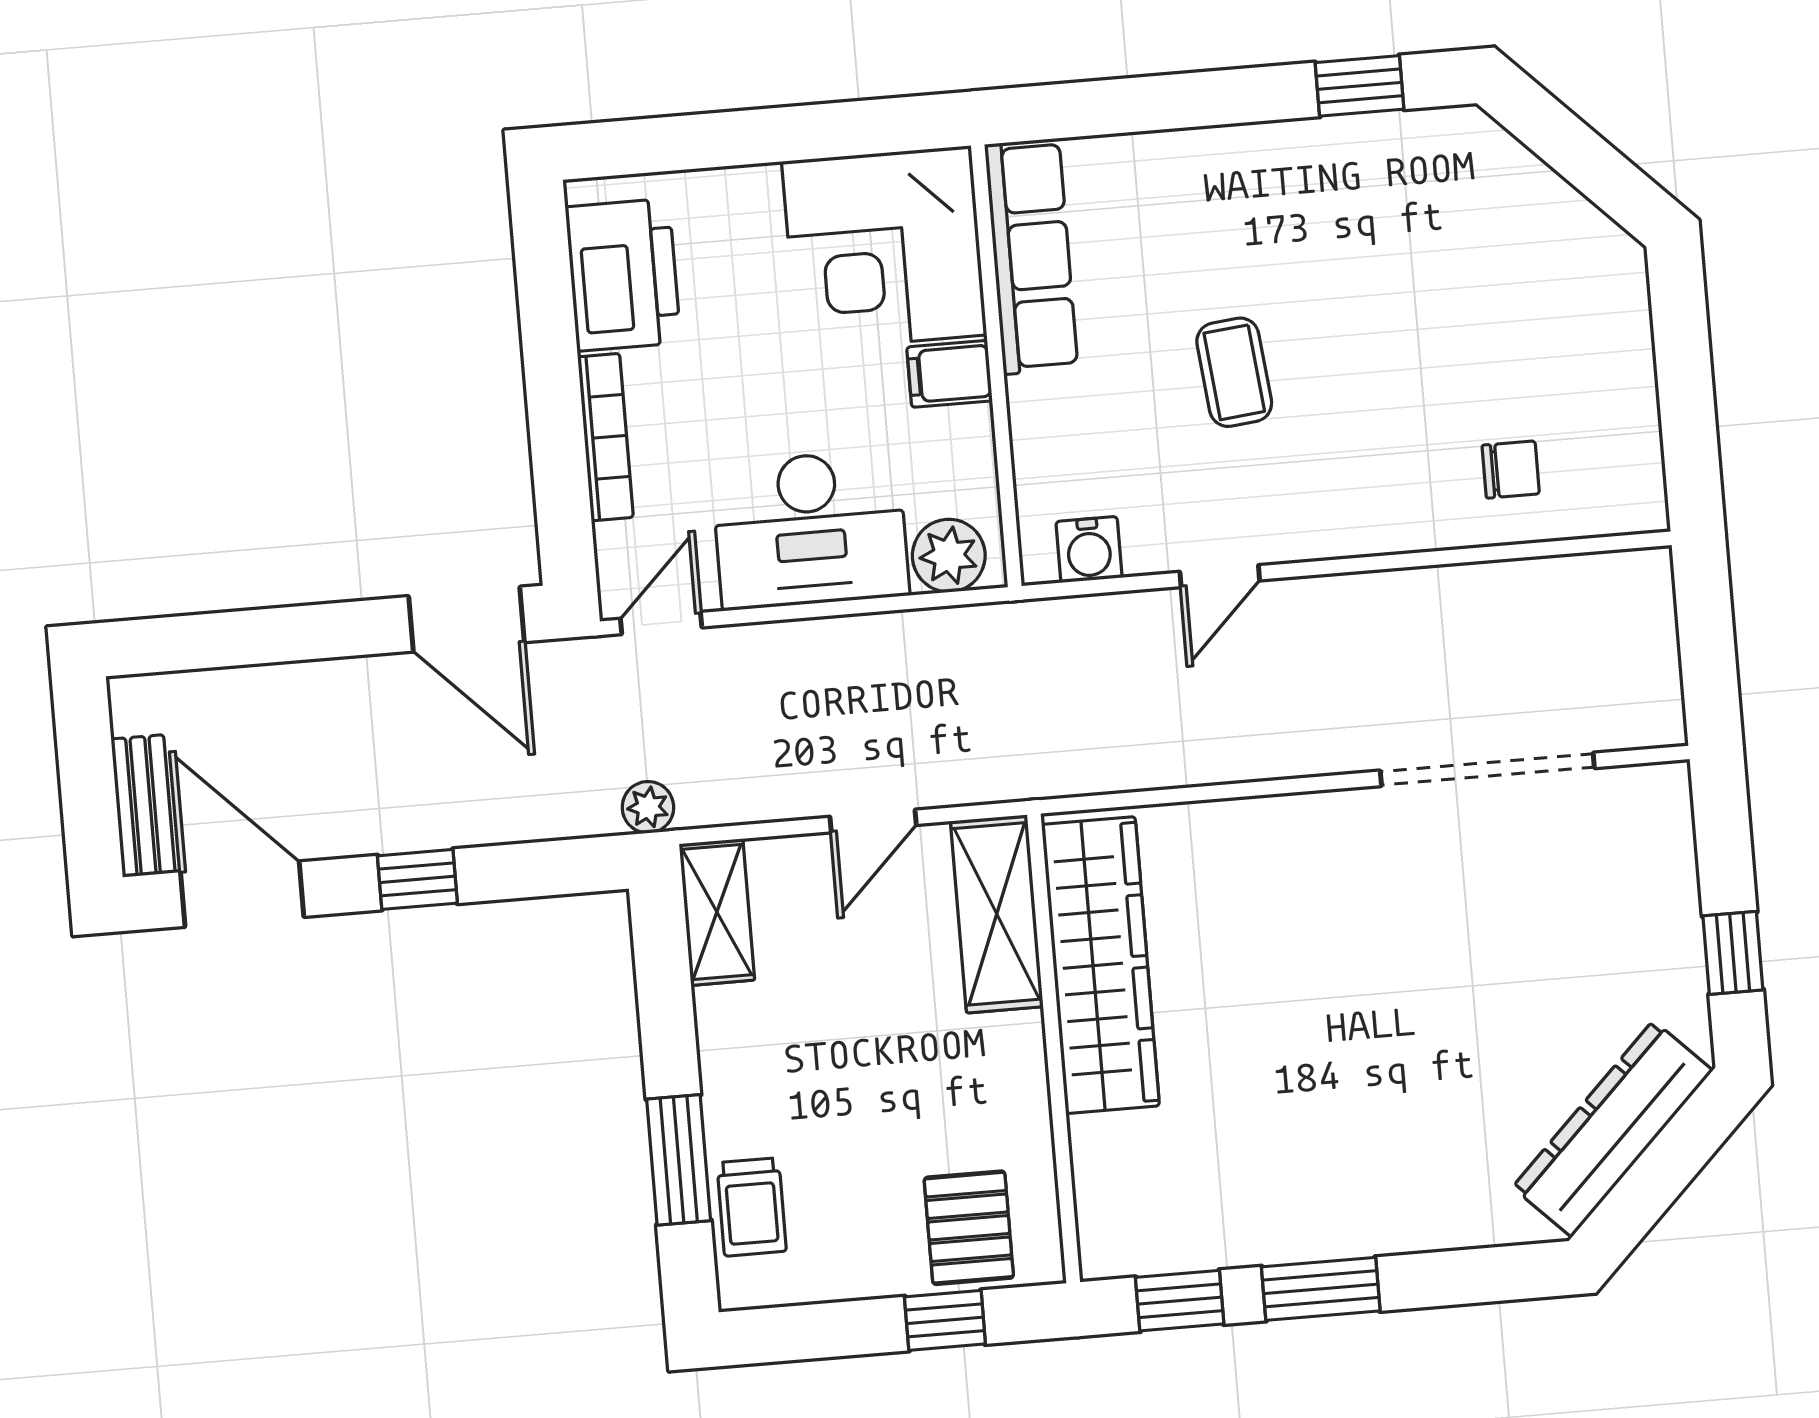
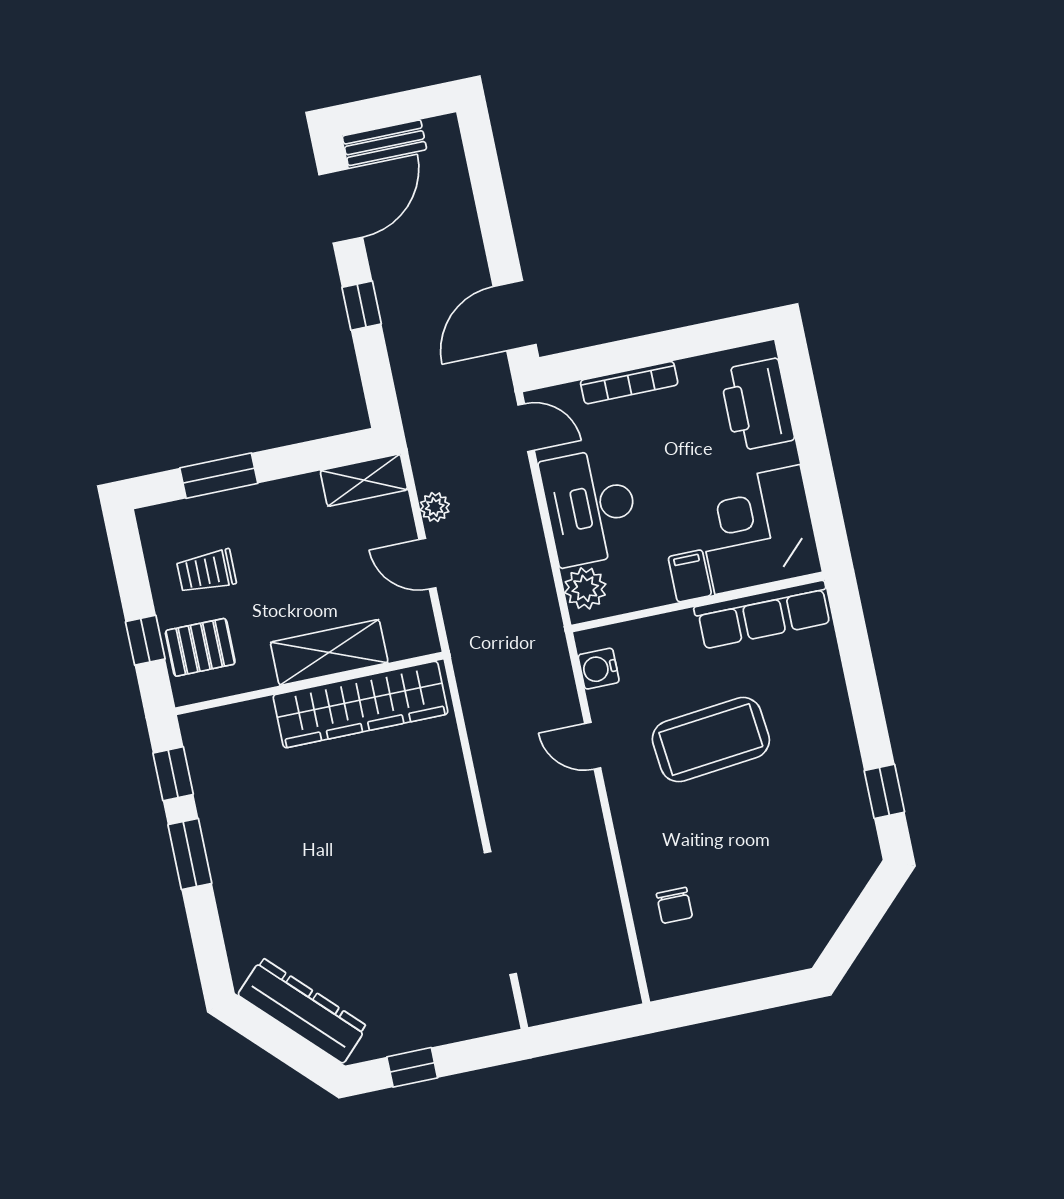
printer: (623, 275) -> (757, 405), moved, turned 90
coffee table: (1234, 372) -> (711, 740), width x1.86, depth x1.72
plant: (648, 807) -> (435, 507), moved
shelving: (997, 914) -> (329, 652), moved
trolley: (752, 1207) -> (206, 571), moved

